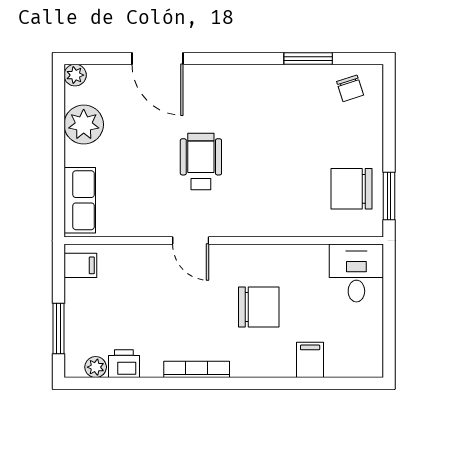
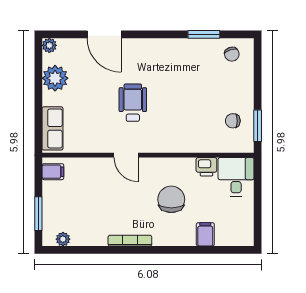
chair: (352, 189) -> (233, 121), width x0.54, depth x0.54
chair: (259, 307) -> (171, 199), turned -90
printer: (124, 364) -> (206, 167), moved, turned 180

